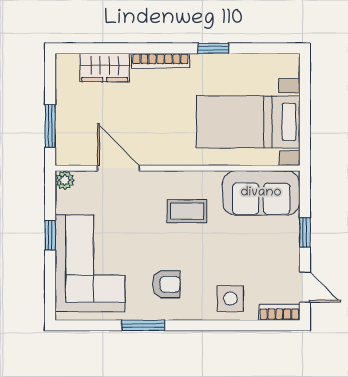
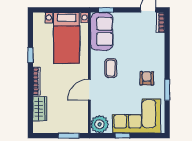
door: (118, 168) -> (89, 90), moved
plant: (65, 180) -> (100, 124), width x1.88, depth x1.88
window: (305, 232) -> (106, 10), moved
side table: (230, 299) -> (154, 47), removed

